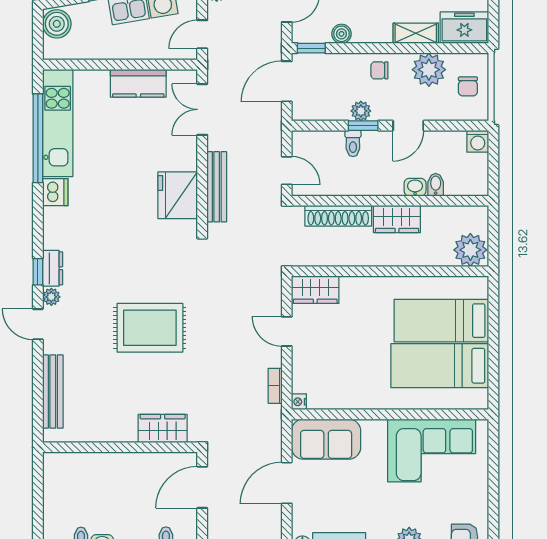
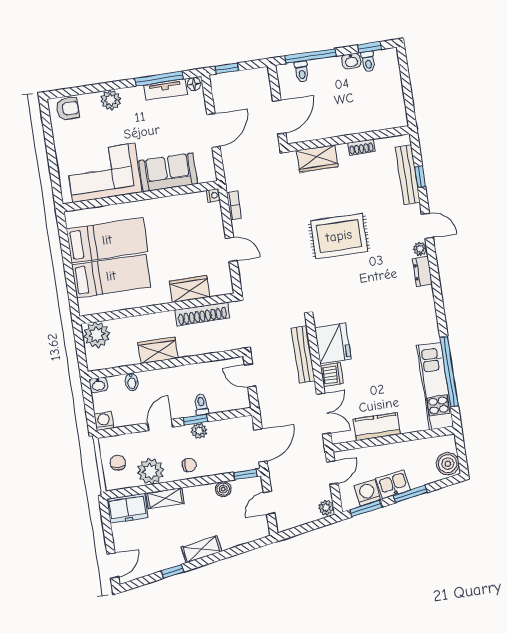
washbasin: (415, 187) -> (98, 385), moved
dishwasher: (55, 192) -> (332, 375), moved, turned 180
shoe rack: (338, 216) -> (202, 314), moved, turned 180
window: (38, 272) -> (420, 177), moved
wardrobe: (315, 290) -> (190, 289), moved
shoe rack: (106, 435) -> (361, 147), added
sofa: (326, 439) -> (168, 172), moved

